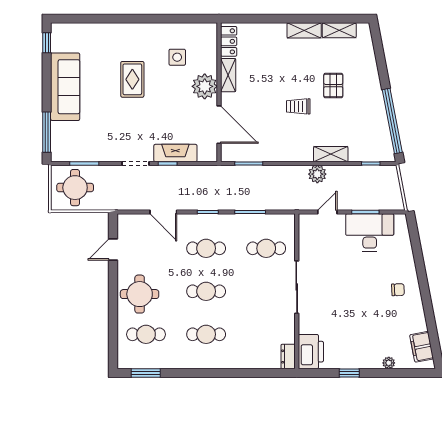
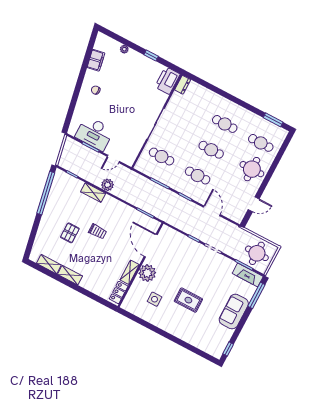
rug: (132, 79) -> (188, 300), turned 90
sofa: (65, 87) -> (234, 312), width x0.73
fireplace: (175, 153) -> (248, 275), moved
filing cabinet: (422, 347) -> (96, 60), moved

